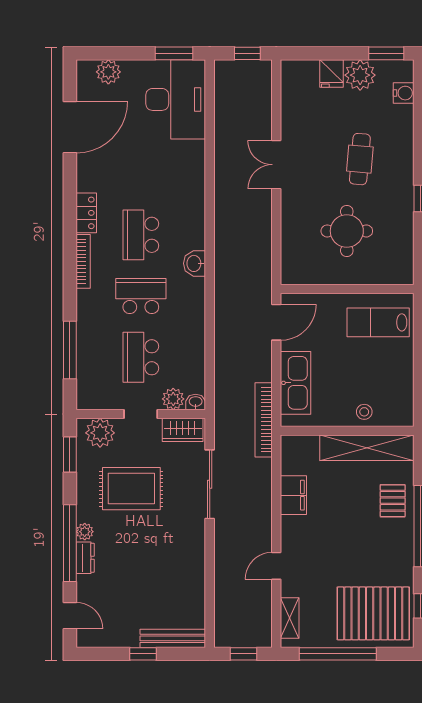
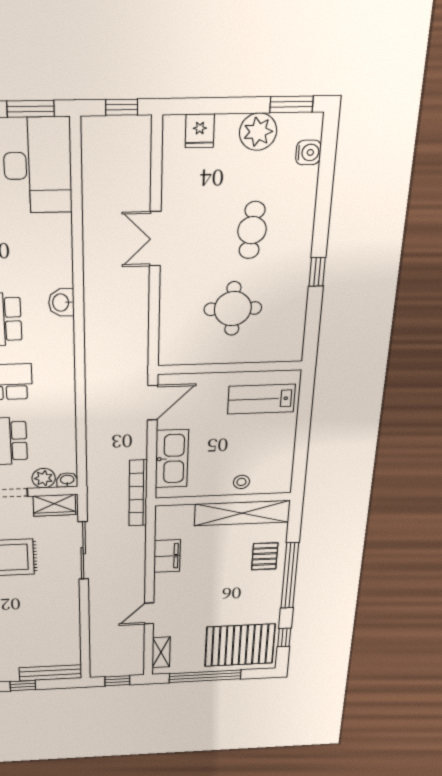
fridge: (331, 73) -> (200, 131), moved
washbasin: (194, 263) -> (61, 303), moved

